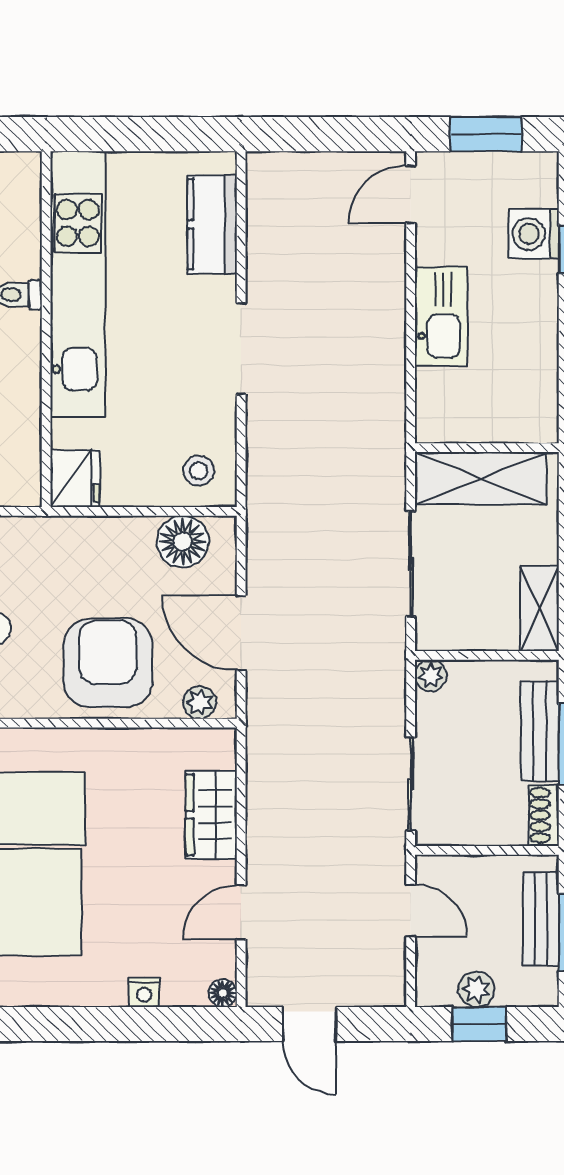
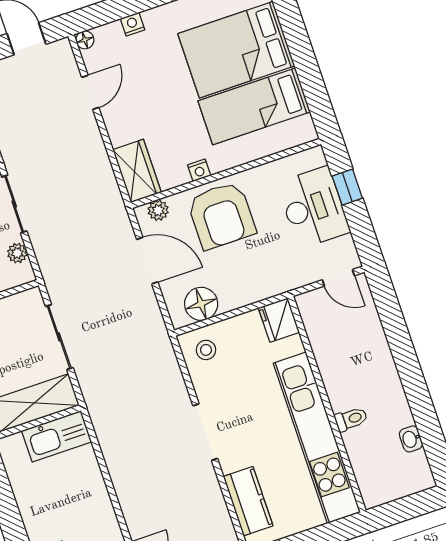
kitchen sink: (441, 316) -> (57, 436), moved, turned -90
plant: (431, 675) -> (17, 253), moved
nightstand: (118, 741) -> (199, 170), added
wardrobe: (211, 815) -> (137, 171), moved

